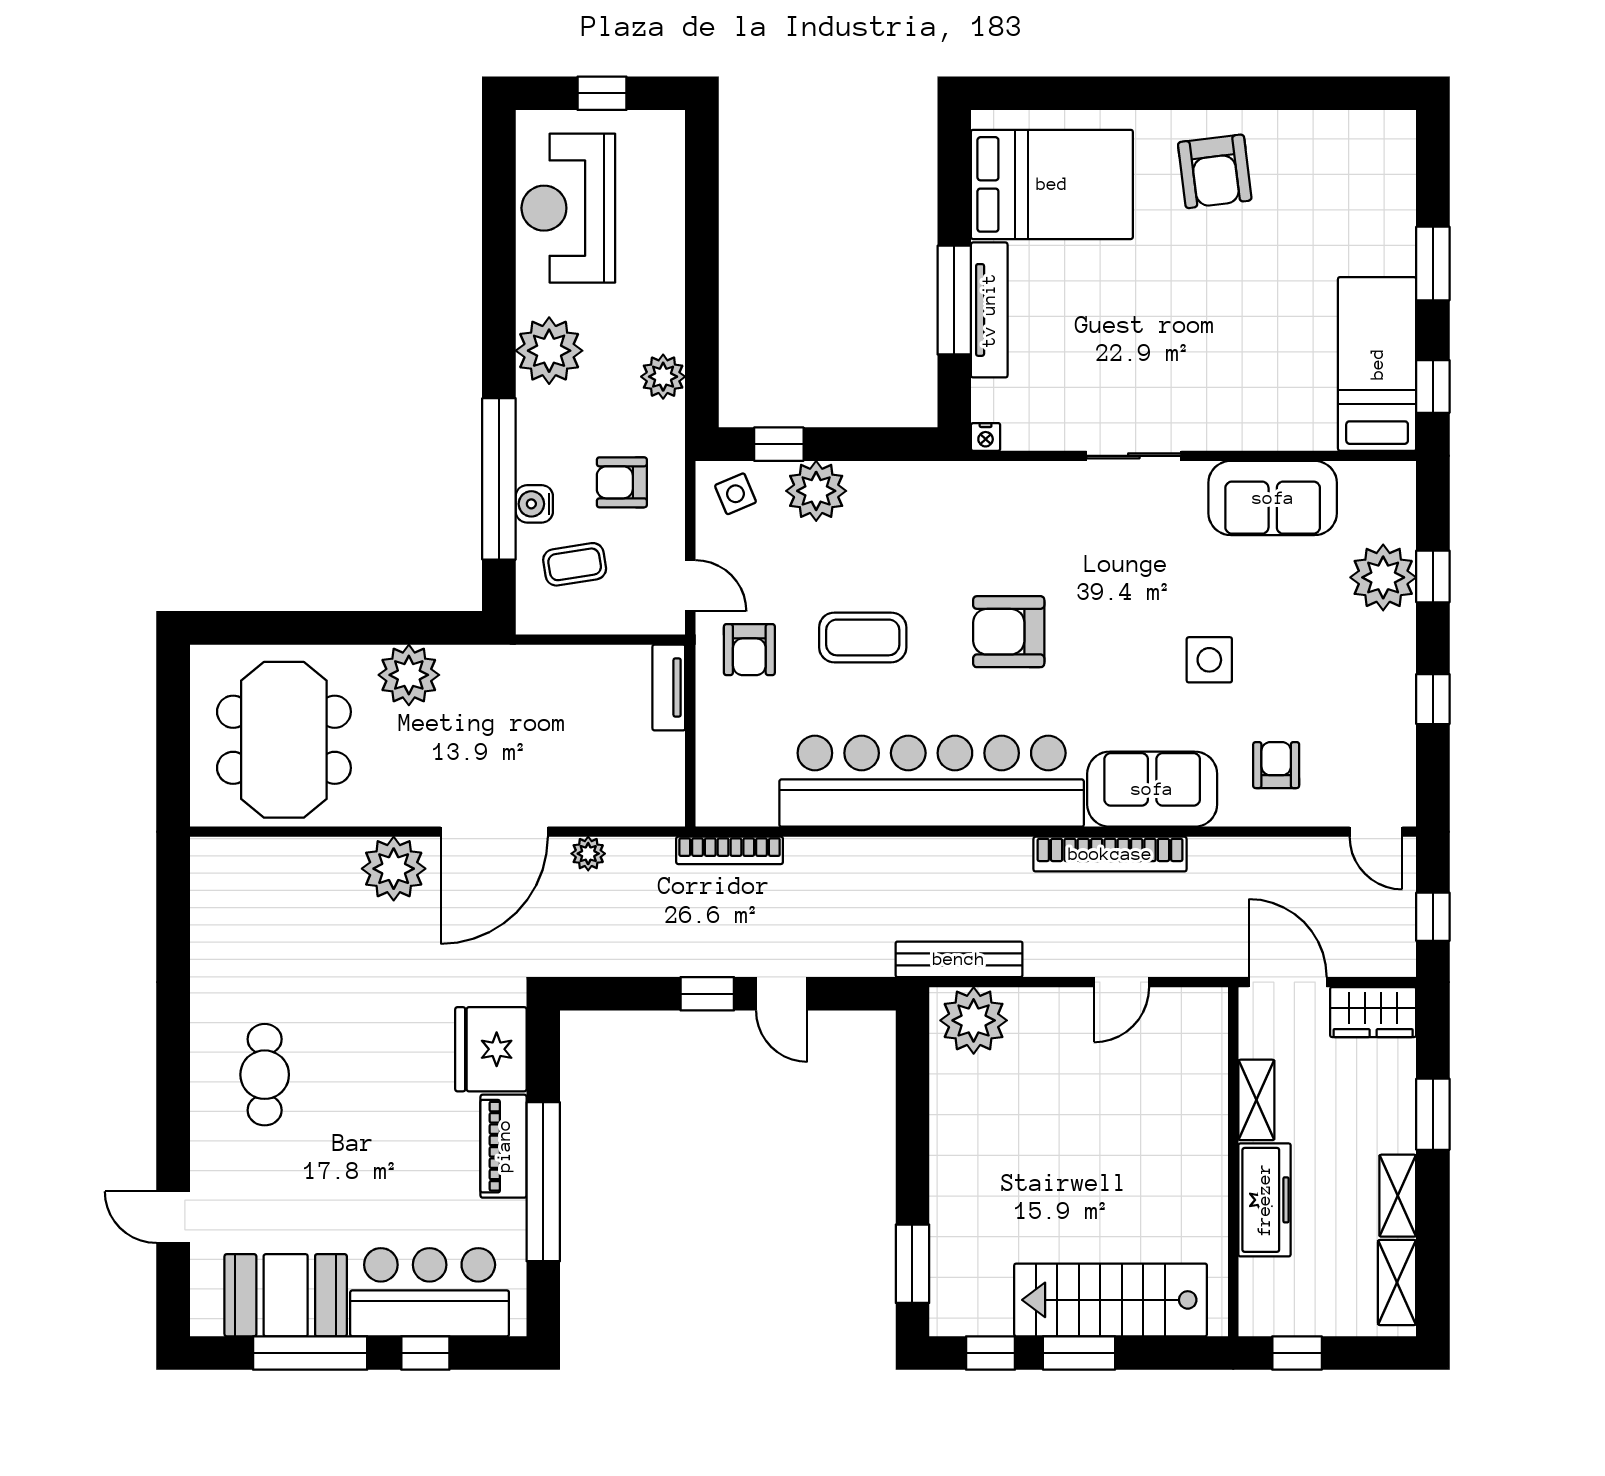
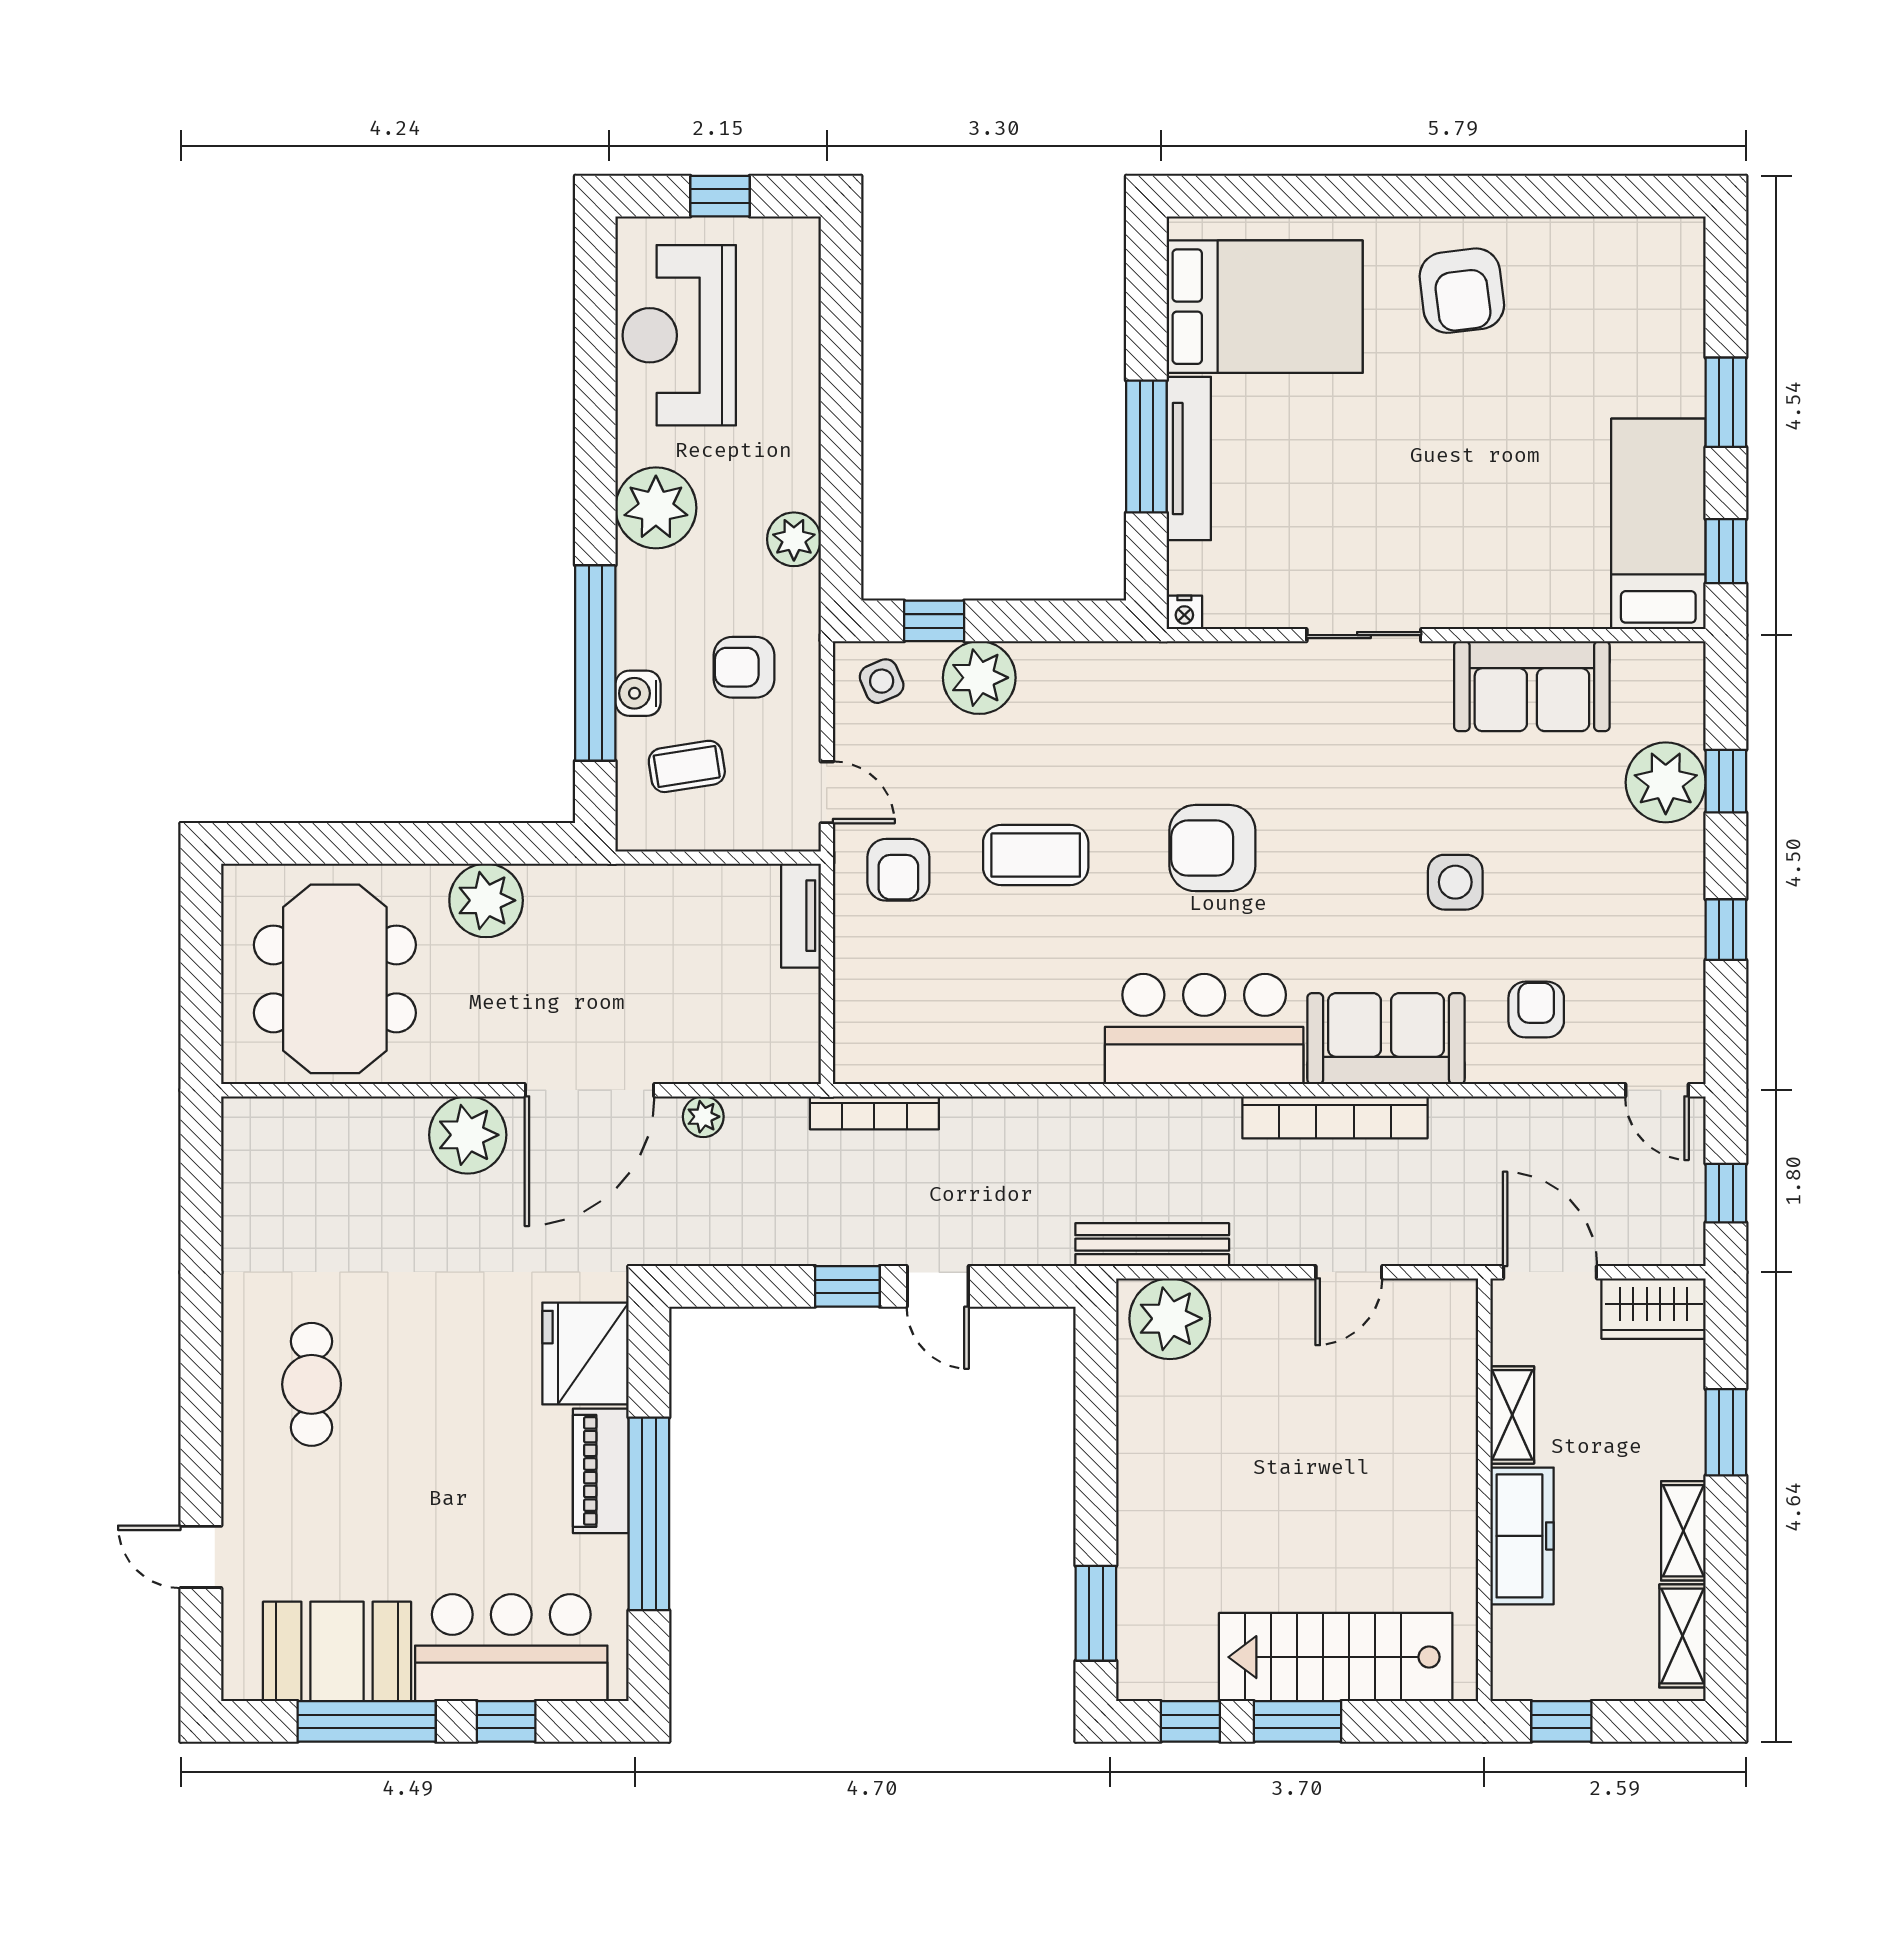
bar counter: (932, 781) -> (1204, 1029), width x0.54

